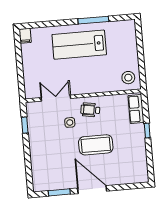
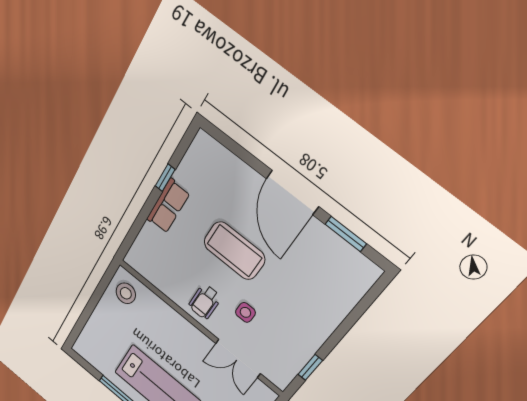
row of seats: (136, 109) -> (168, 206), moved
wheelchair: (90, 110) -> (205, 302), turned 81
window: (147, 131) -> (165, 178), moved

